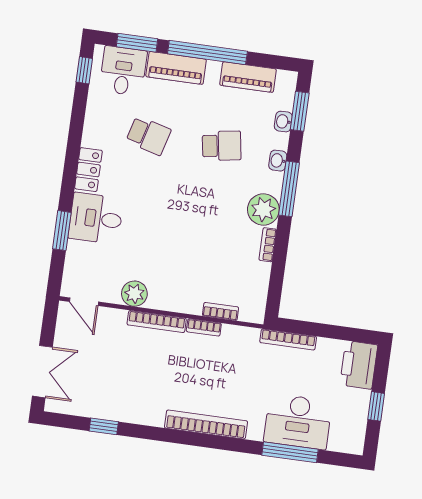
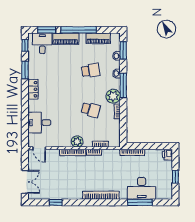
school desk: (148, 136) -> (91, 110), moved
desk: (96, 218) -> (39, 123), moved
window: (62, 231) -> (25, 70), moved
plant: (134, 294) -> (77, 142), moved
printer: (359, 365) -> (167, 155), width x0.53, depth x0.68

